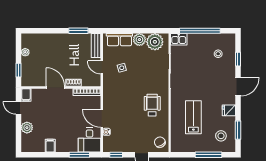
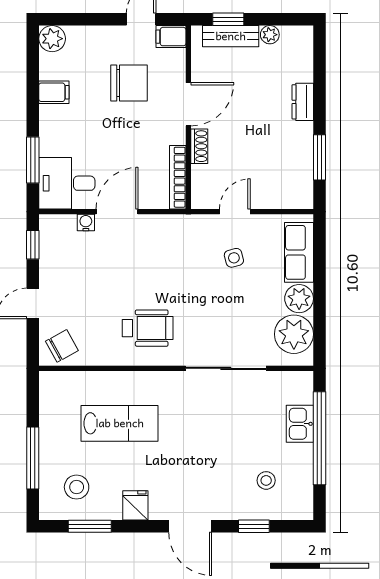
dresser: (54, 38) -> (303, 102), added
kitchen sink: (179, 39) -> (300, 424), moved
bench: (96, 46) -> (231, 36), moved
chair: (46, 113) -> (129, 83), added
plant: (27, 128) -> (52, 39), moved

